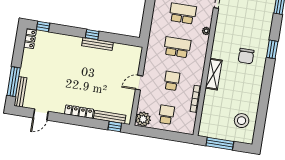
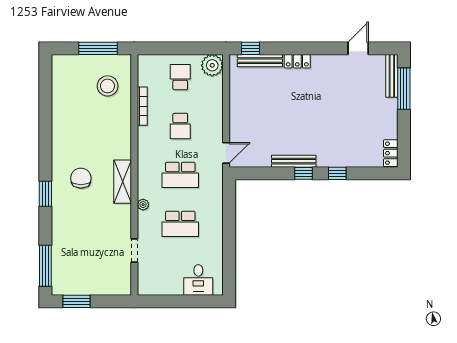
window: (43, 27) -> (337, 173), moved
shelving: (214, 74) -> (123, 182), moved
door: (139, 83) -> (226, 153), moved
locker: (79, 112) -> (297, 61), width x0.66
school desk: (166, 115) -> (180, 77), turned 180
stool: (242, 121) -> (108, 86), moved

